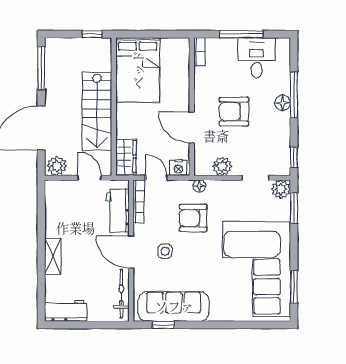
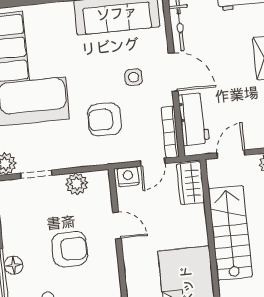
door: (192, 128) -> (117, 225), width x0.73
door: (89, 178) -> (231, 154), swing flipped
door: (156, 178) -> (153, 162), hinge flipped
floor lamp: (199, 186) -> (101, 158), removed
armchair: (193, 218) -> (105, 120), turned 180

